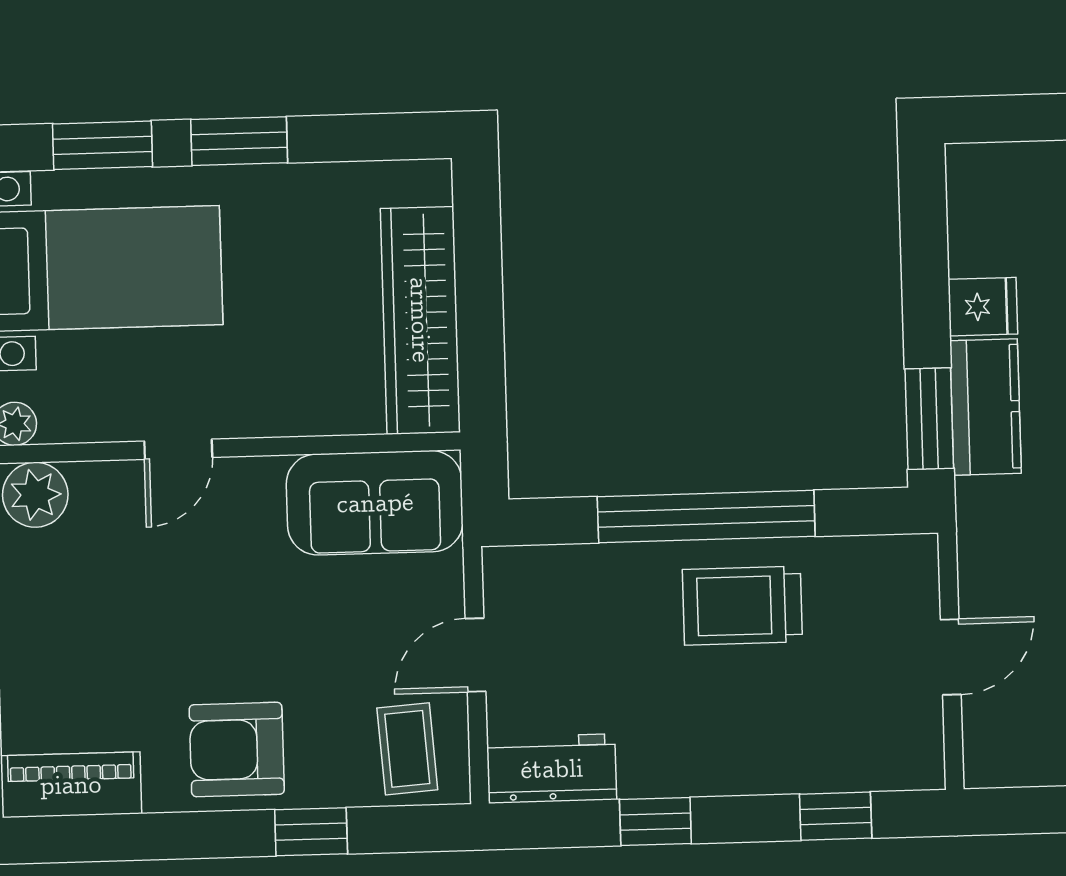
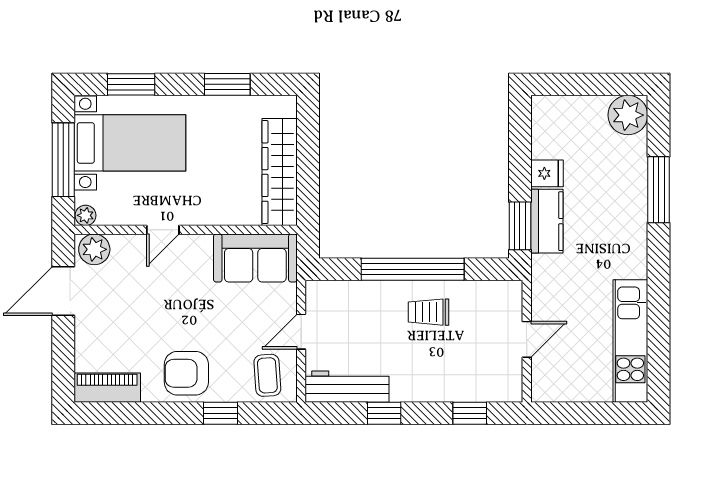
window: (239, 141) -> (227, 84), moved
trolley: (742, 606) -> (429, 312), width x0.73, depth x0.72
workbench: (552, 769) -> (347, 387), width x1.38

